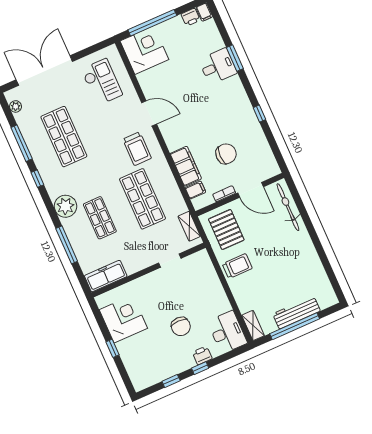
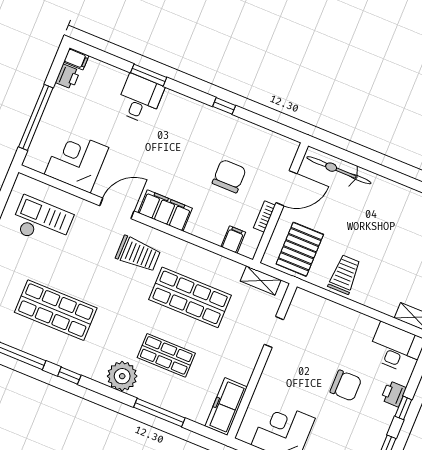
corner desk: (144, 50) -> (76, 161), moved
filing cabinet: (186, 166) -> (165, 211), moved
pallet: (226, 229) -> (300, 249), turned 90

